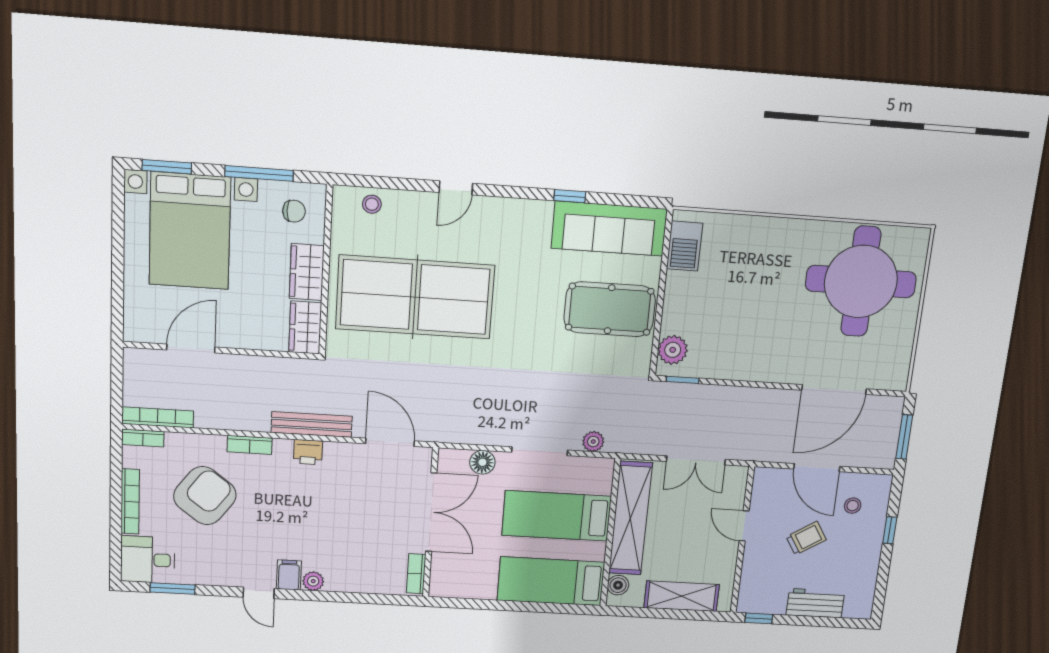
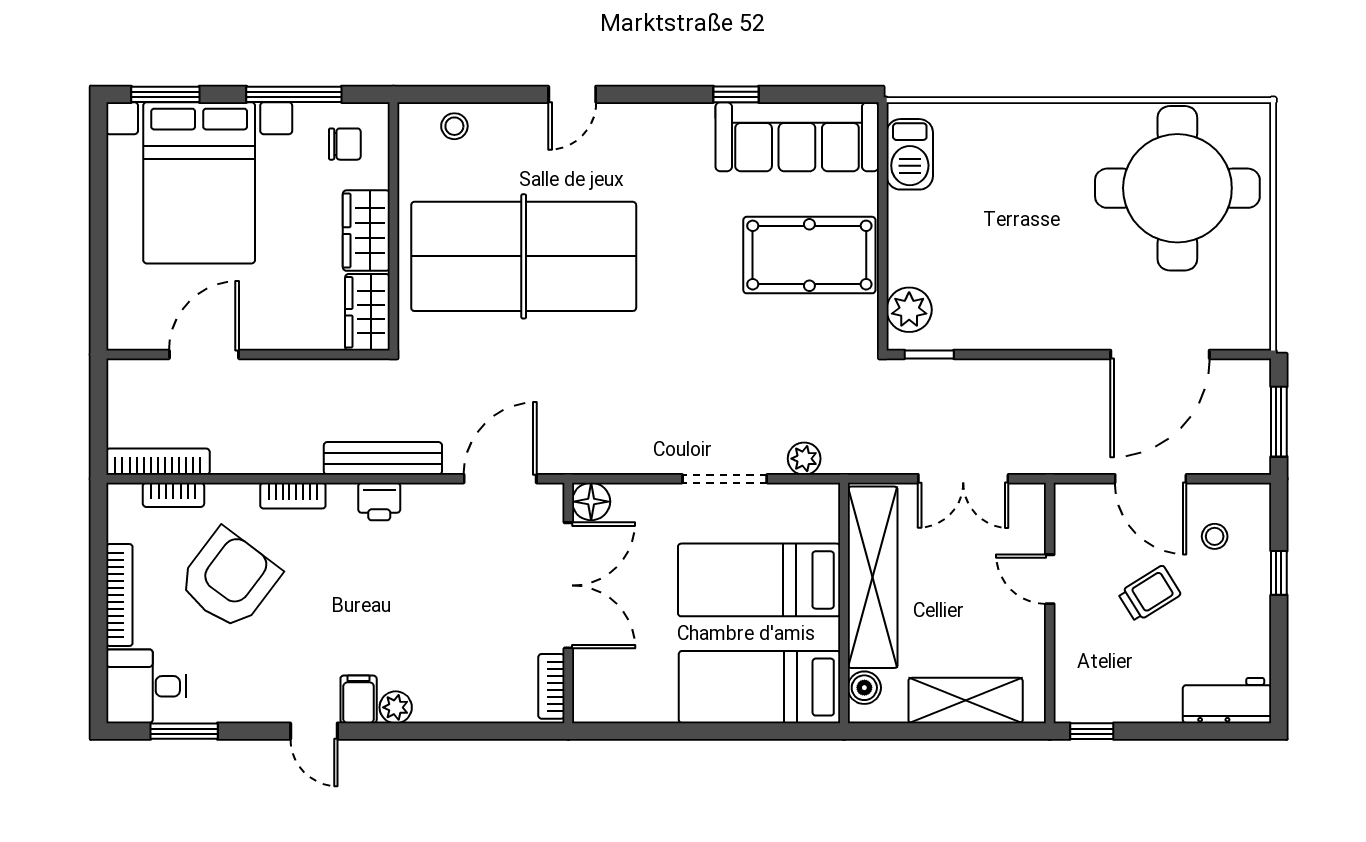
bookcase: (143, 438) -> (173, 495), moved
door: (390, 442) -> (500, 479), hinge flipped
floor lamp: (482, 462) -> (591, 502), moved
workbench: (815, 603) -> (1227, 701), moved

